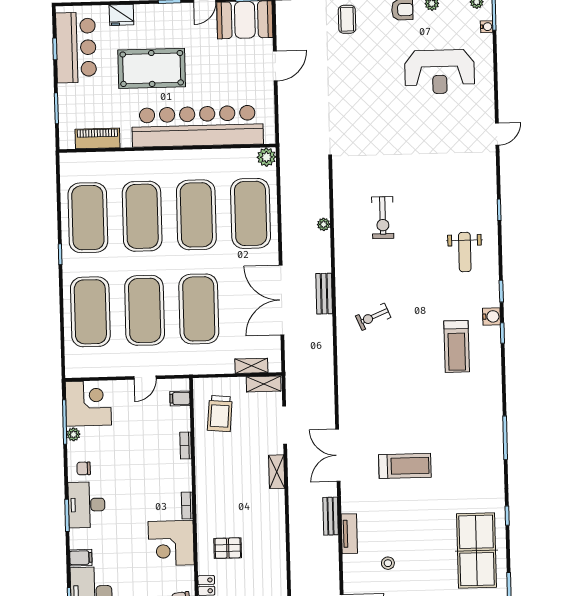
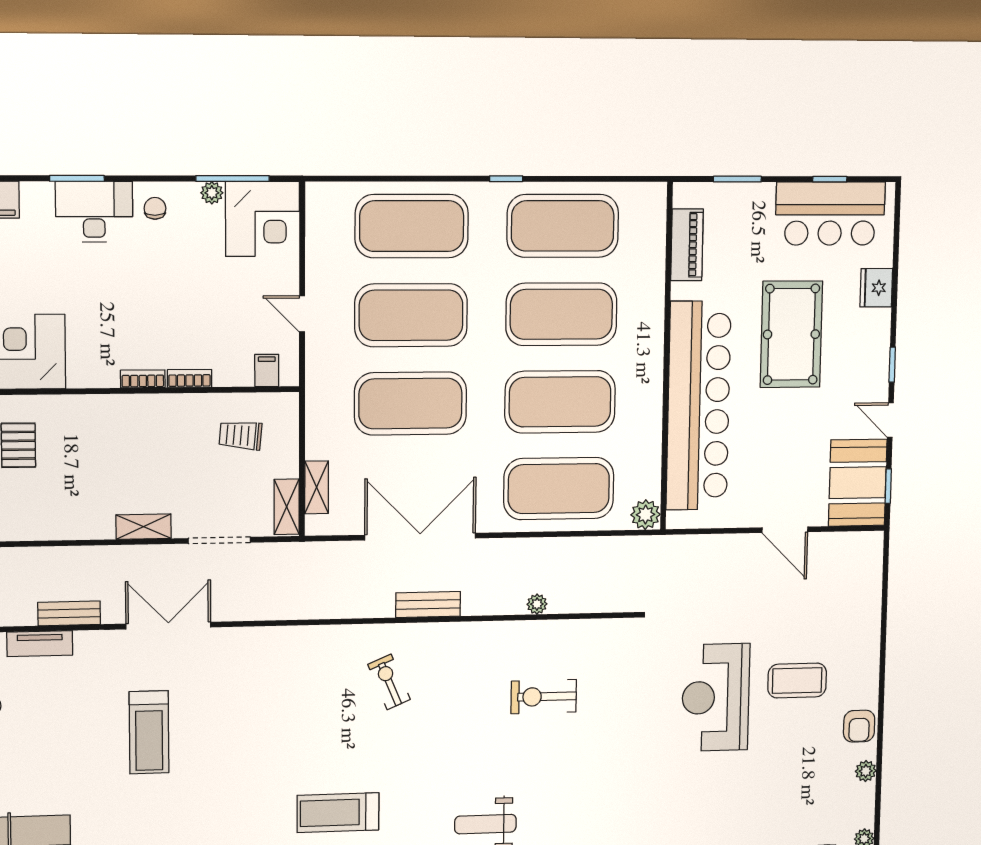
coffee table: (347, 19) -> (797, 681), moved, width x1.36, depth x1.30
reception desk: (440, 72) -> (716, 697), moved
trolley: (220, 414) -> (240, 435), width x0.73, depth x0.72
bookcase: (187, 506) -> (143, 379), moved

